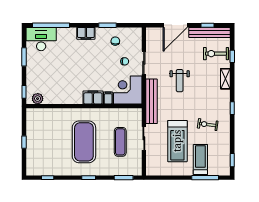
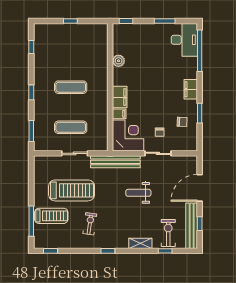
door: (175, 25) -> (200, 188), hinge flipped
plant: (38, 99) -> (119, 61), moved
treadmill: (177, 141) -> (72, 190), turned 180
exercise mat: (84, 142) -> (71, 87), width x0.50, depth x0.69

